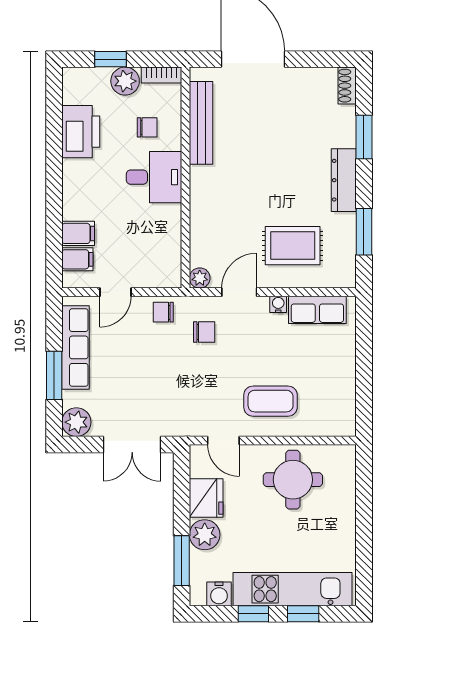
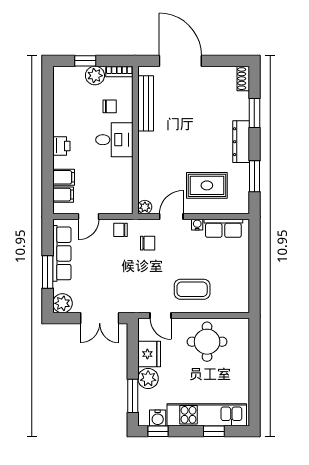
printer: (81, 132) -> (61, 146), moved, width x0.53, depth x0.68
window: (253, 614) -> (158, 431), moved

